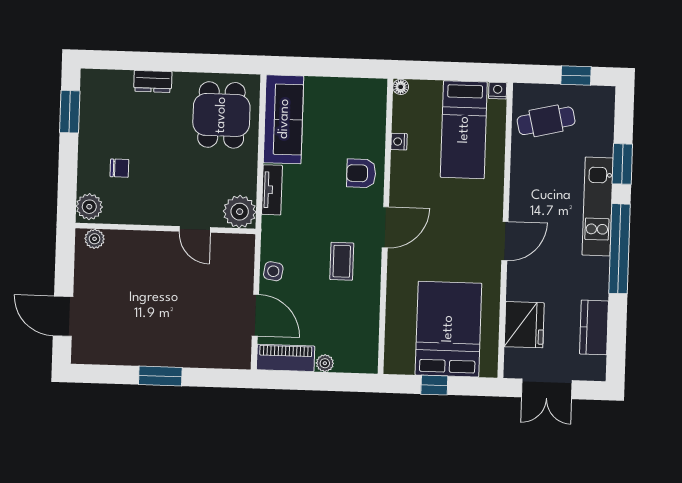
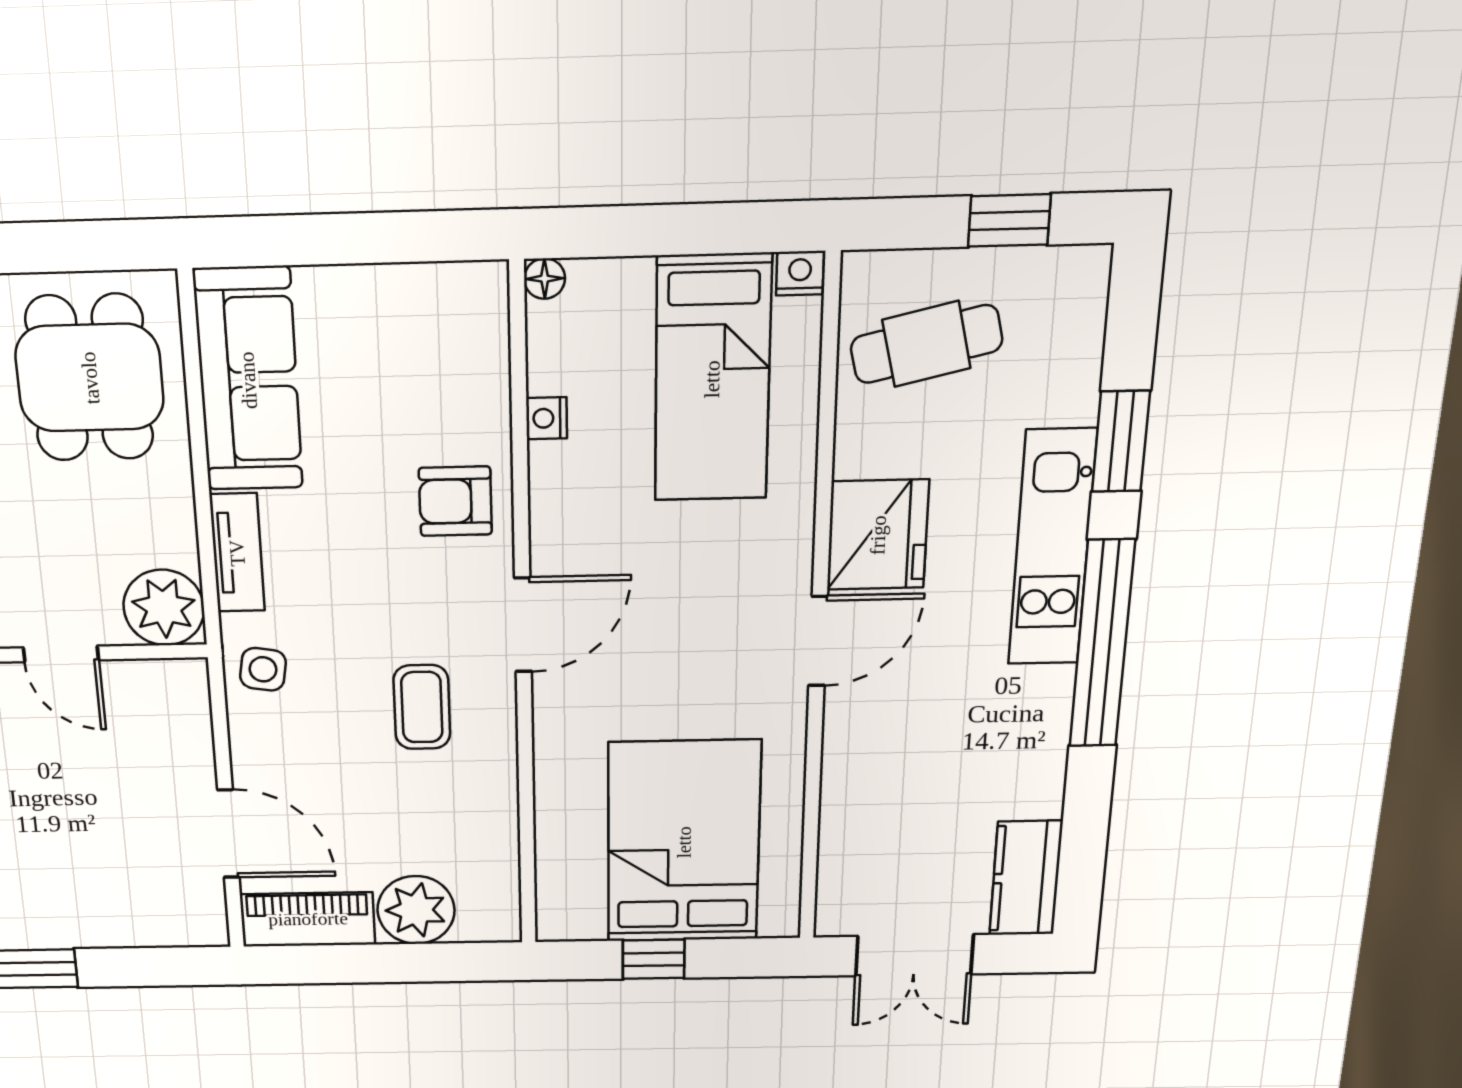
side table: (273, 271) -> (263, 669), moved
fridge: (524, 325) -> (878, 535), moved
kitchen counter: (594, 327) -> (1026, 878), moved
plant: (325, 363) -> (416, 910), width x1.88, depth x1.88

